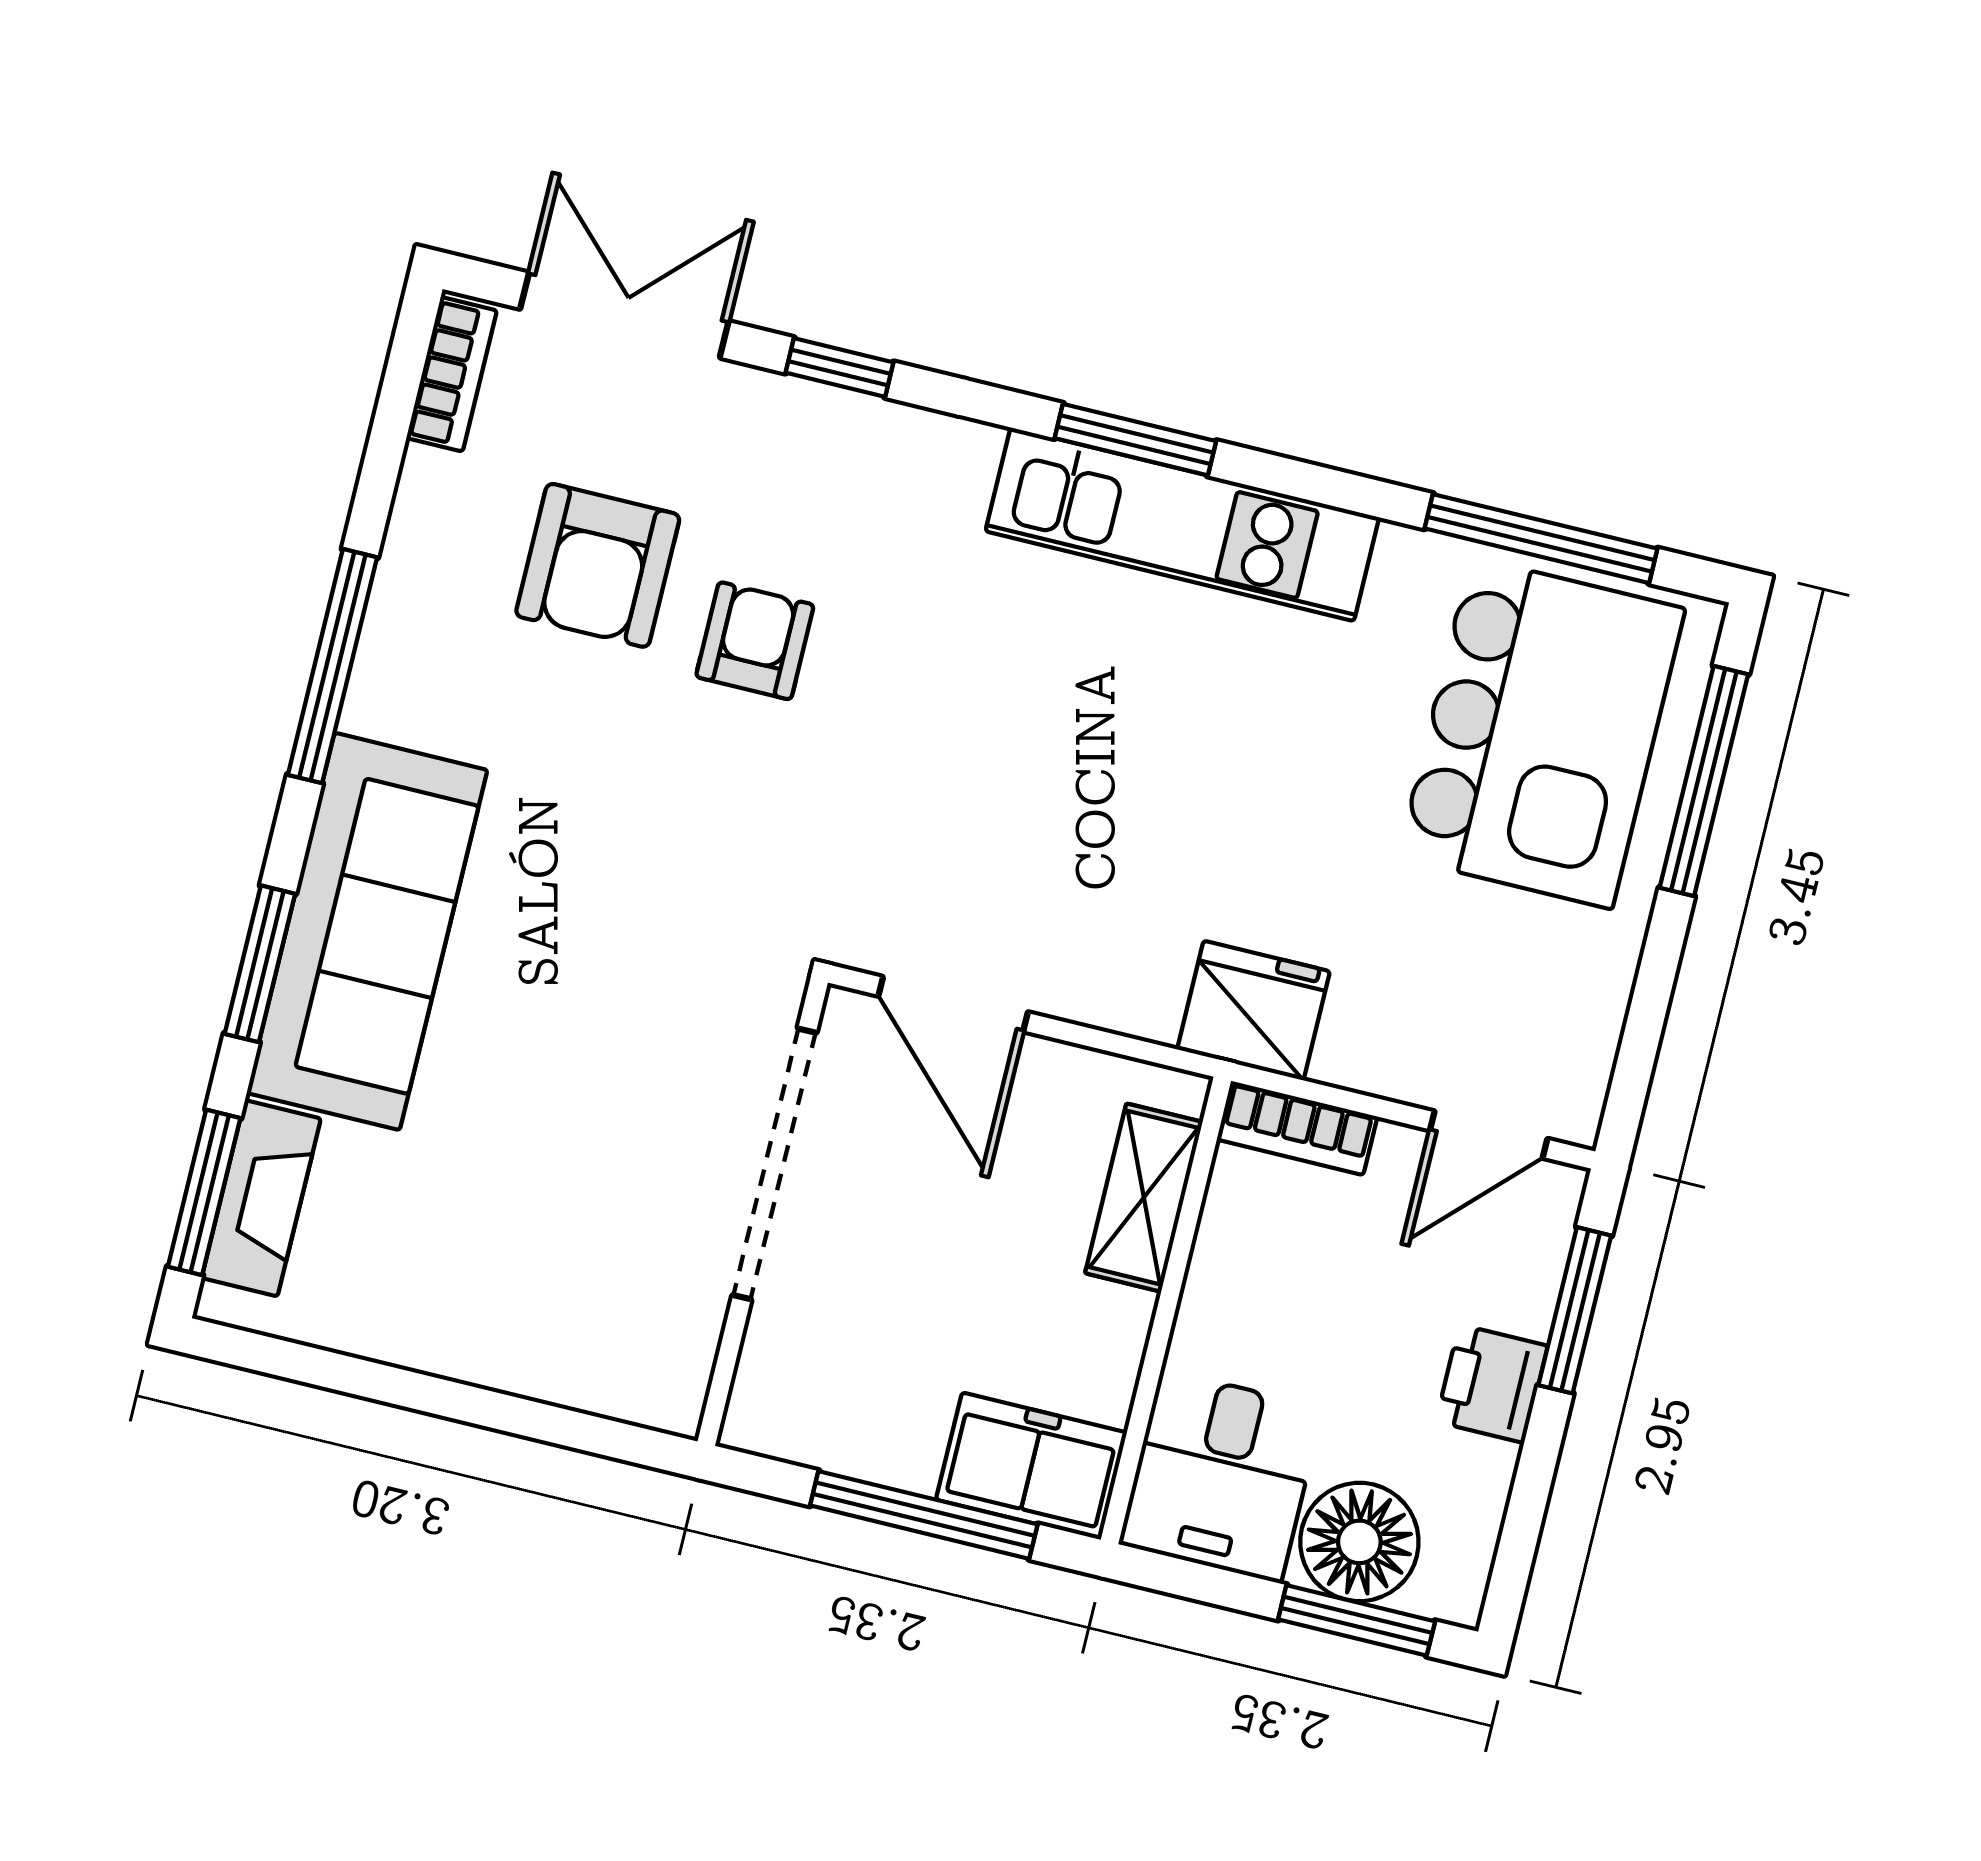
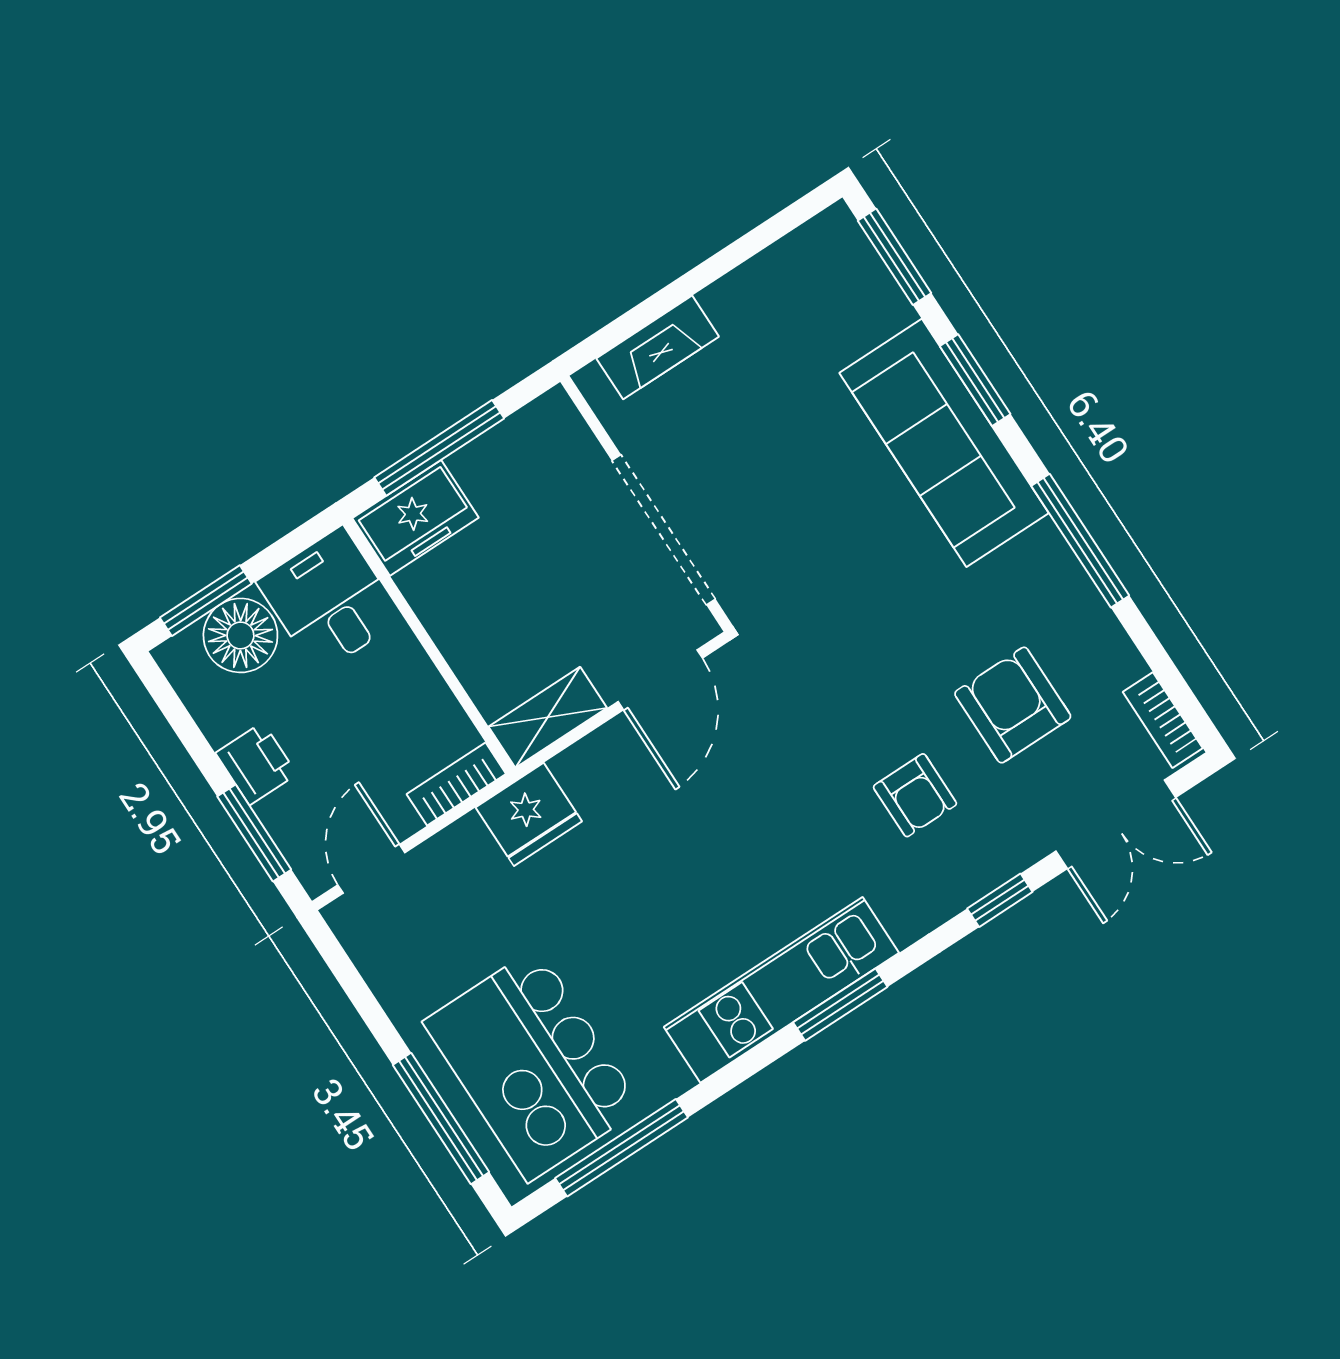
armchair: (755, 641) -> (915, 795), moved
door: (953, 1004) -> (660, 680), swing flipped
fireplace: (261, 1198) -> (658, 347), moved, turned -90
shelving: (1144, 1198) -> (548, 717), moved, turned 90

